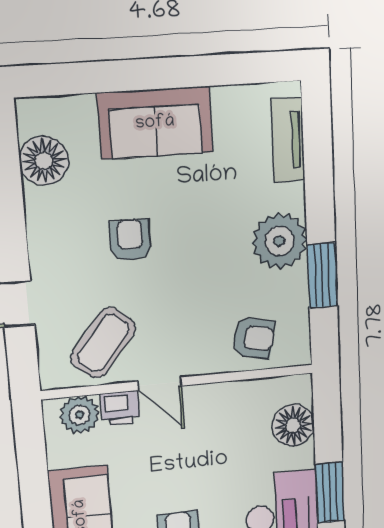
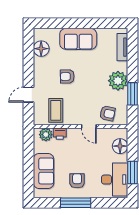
armchair: (130, 240) -> (67, 76), turned -90
coffee table: (103, 343) -> (56, 110), turned -39
door: (160, 384) -> (89, 126), moved

